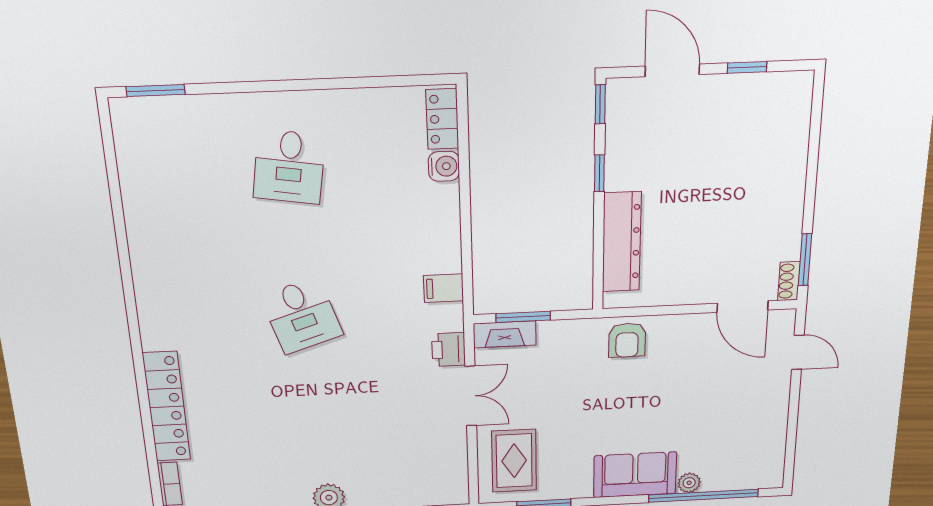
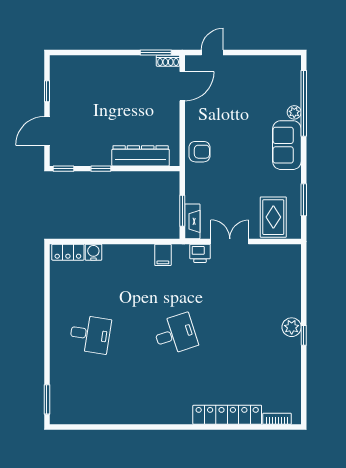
rug: (514, 461) -> (273, 217), turned 90

